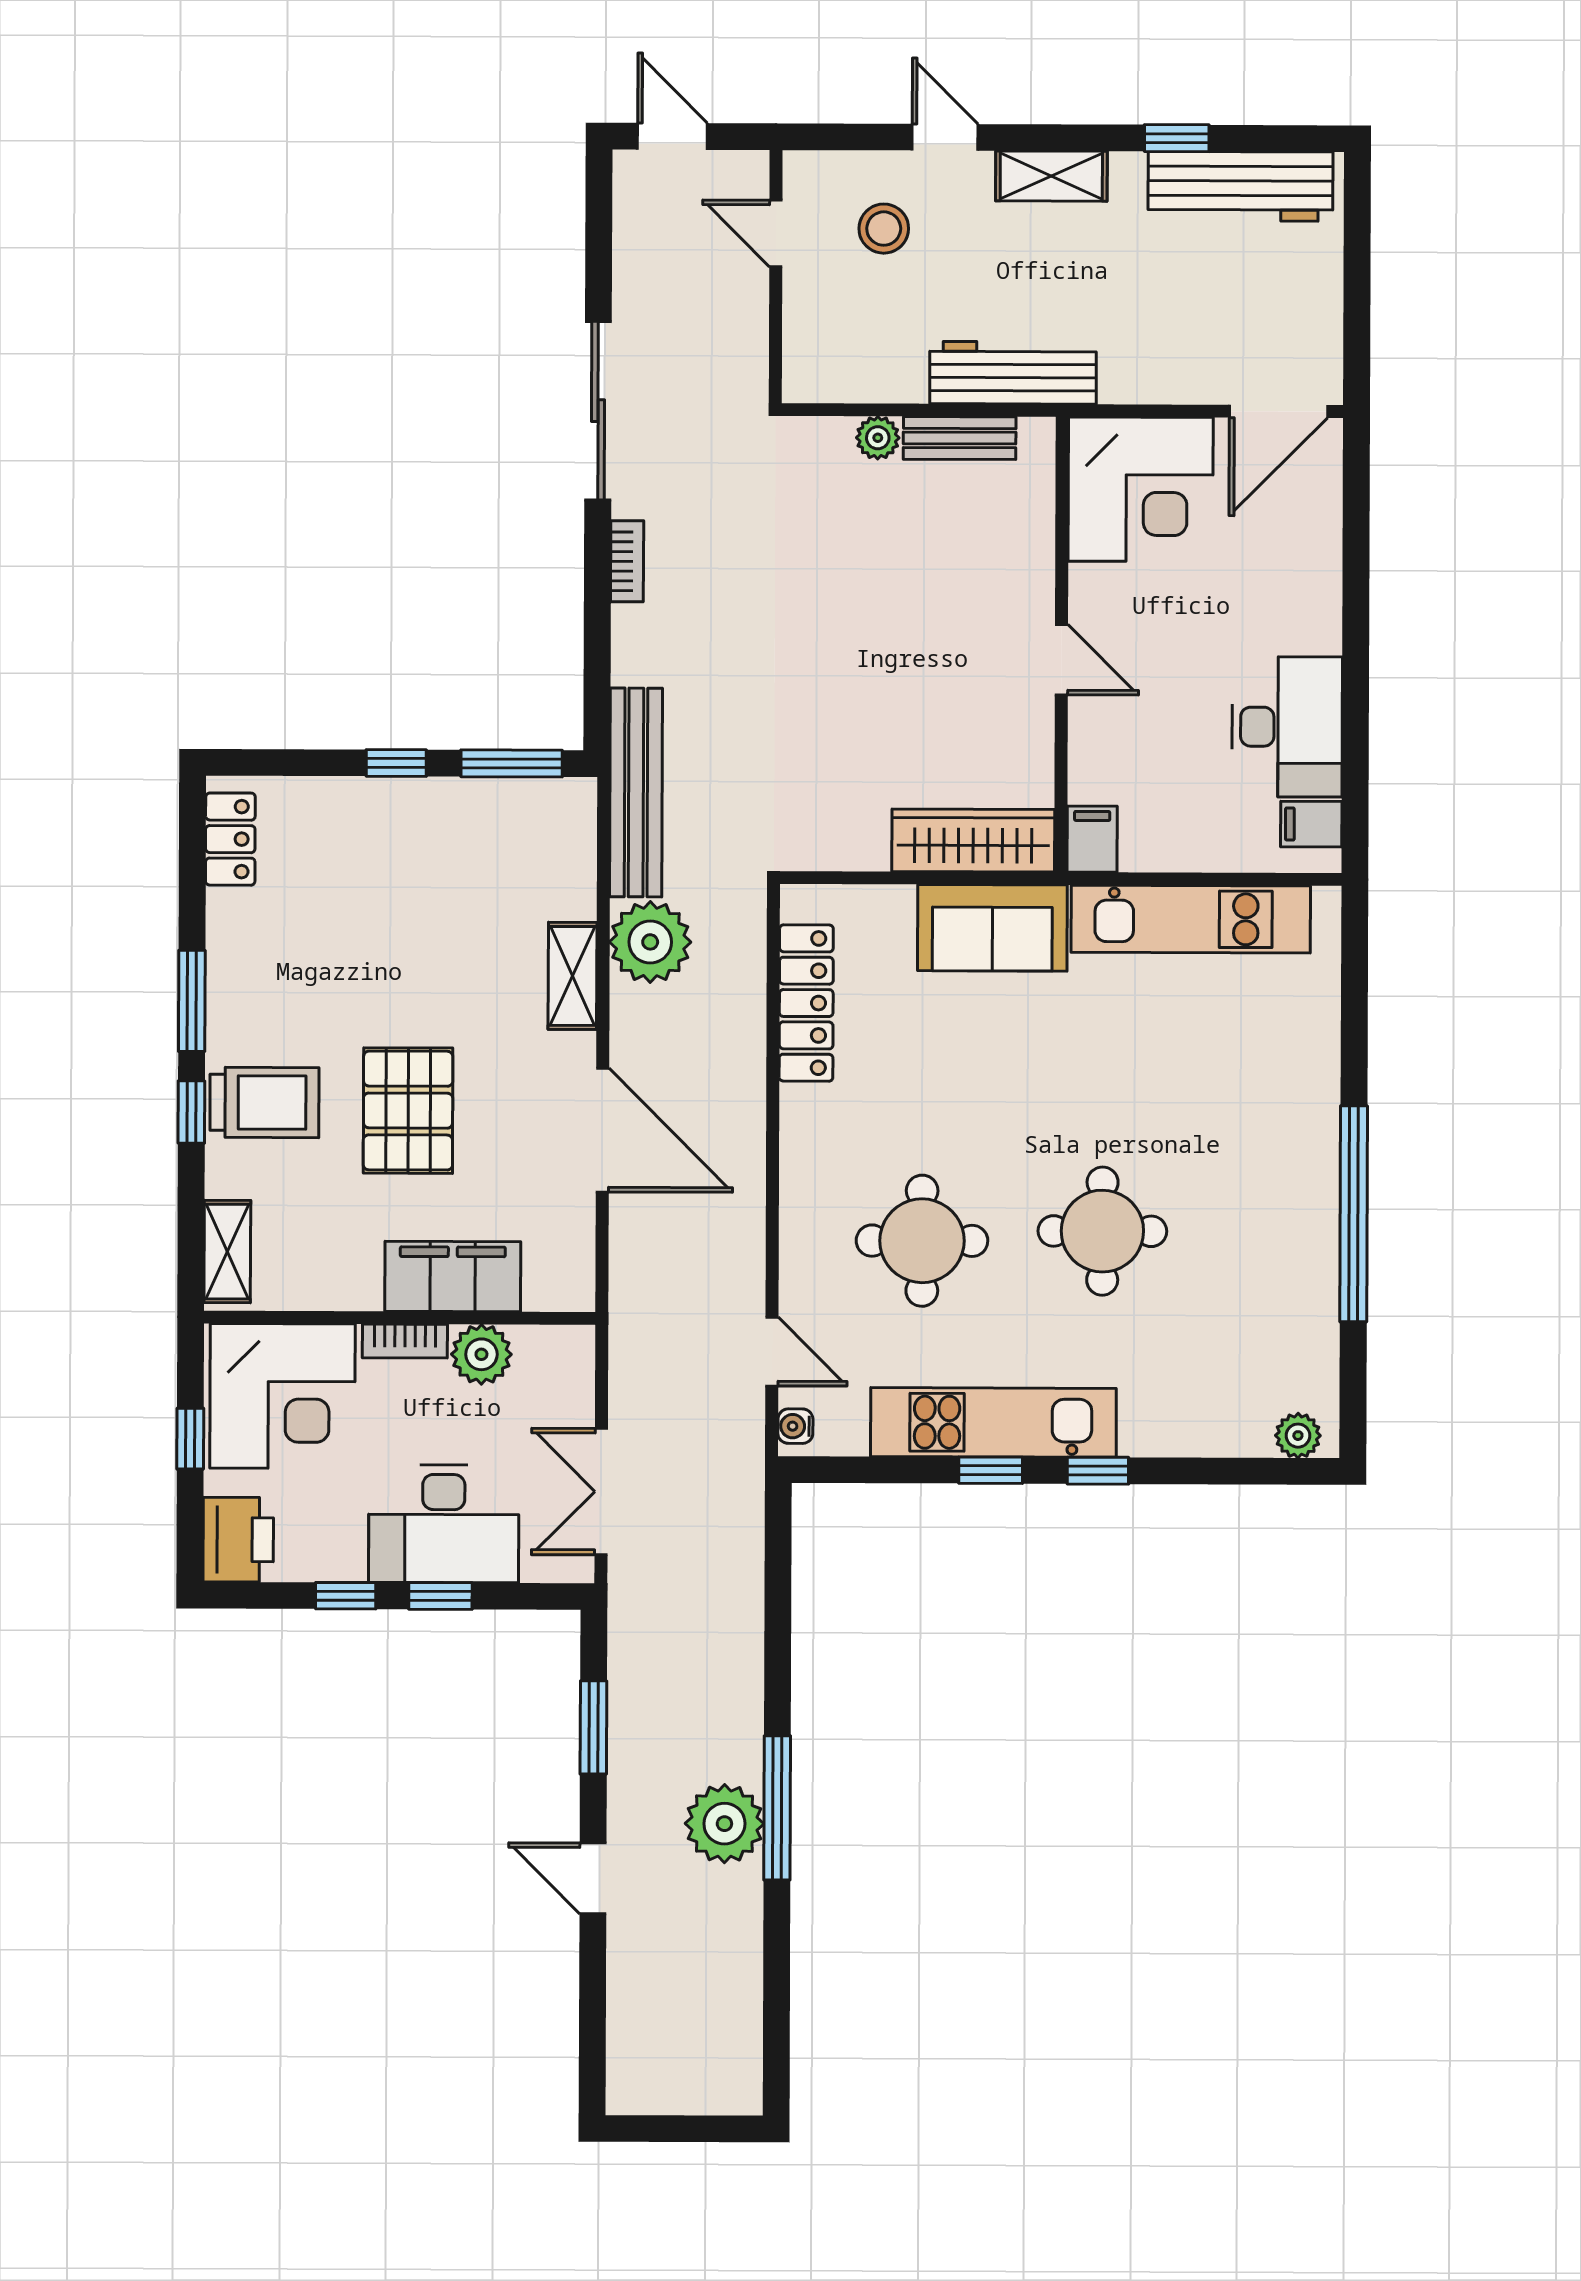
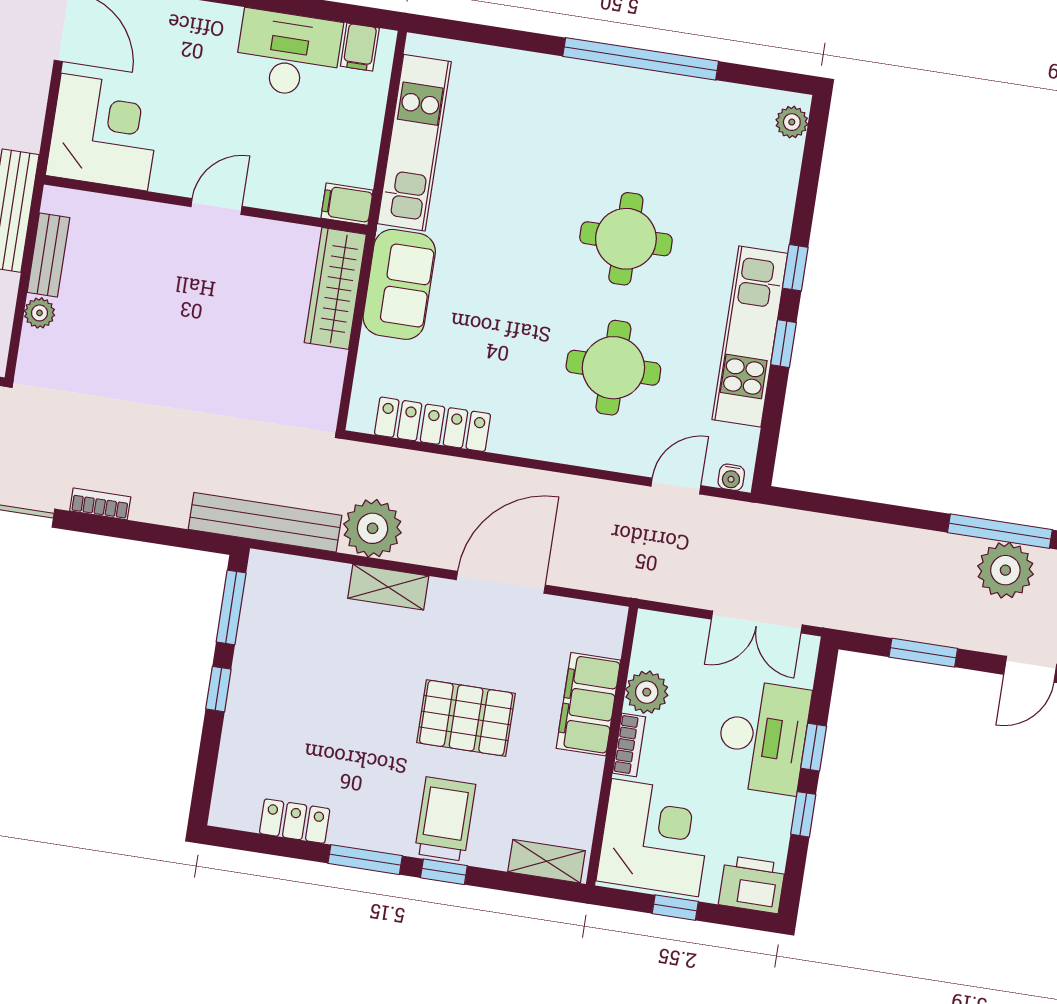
locker: (230, 839) -> (295, 821), moved

